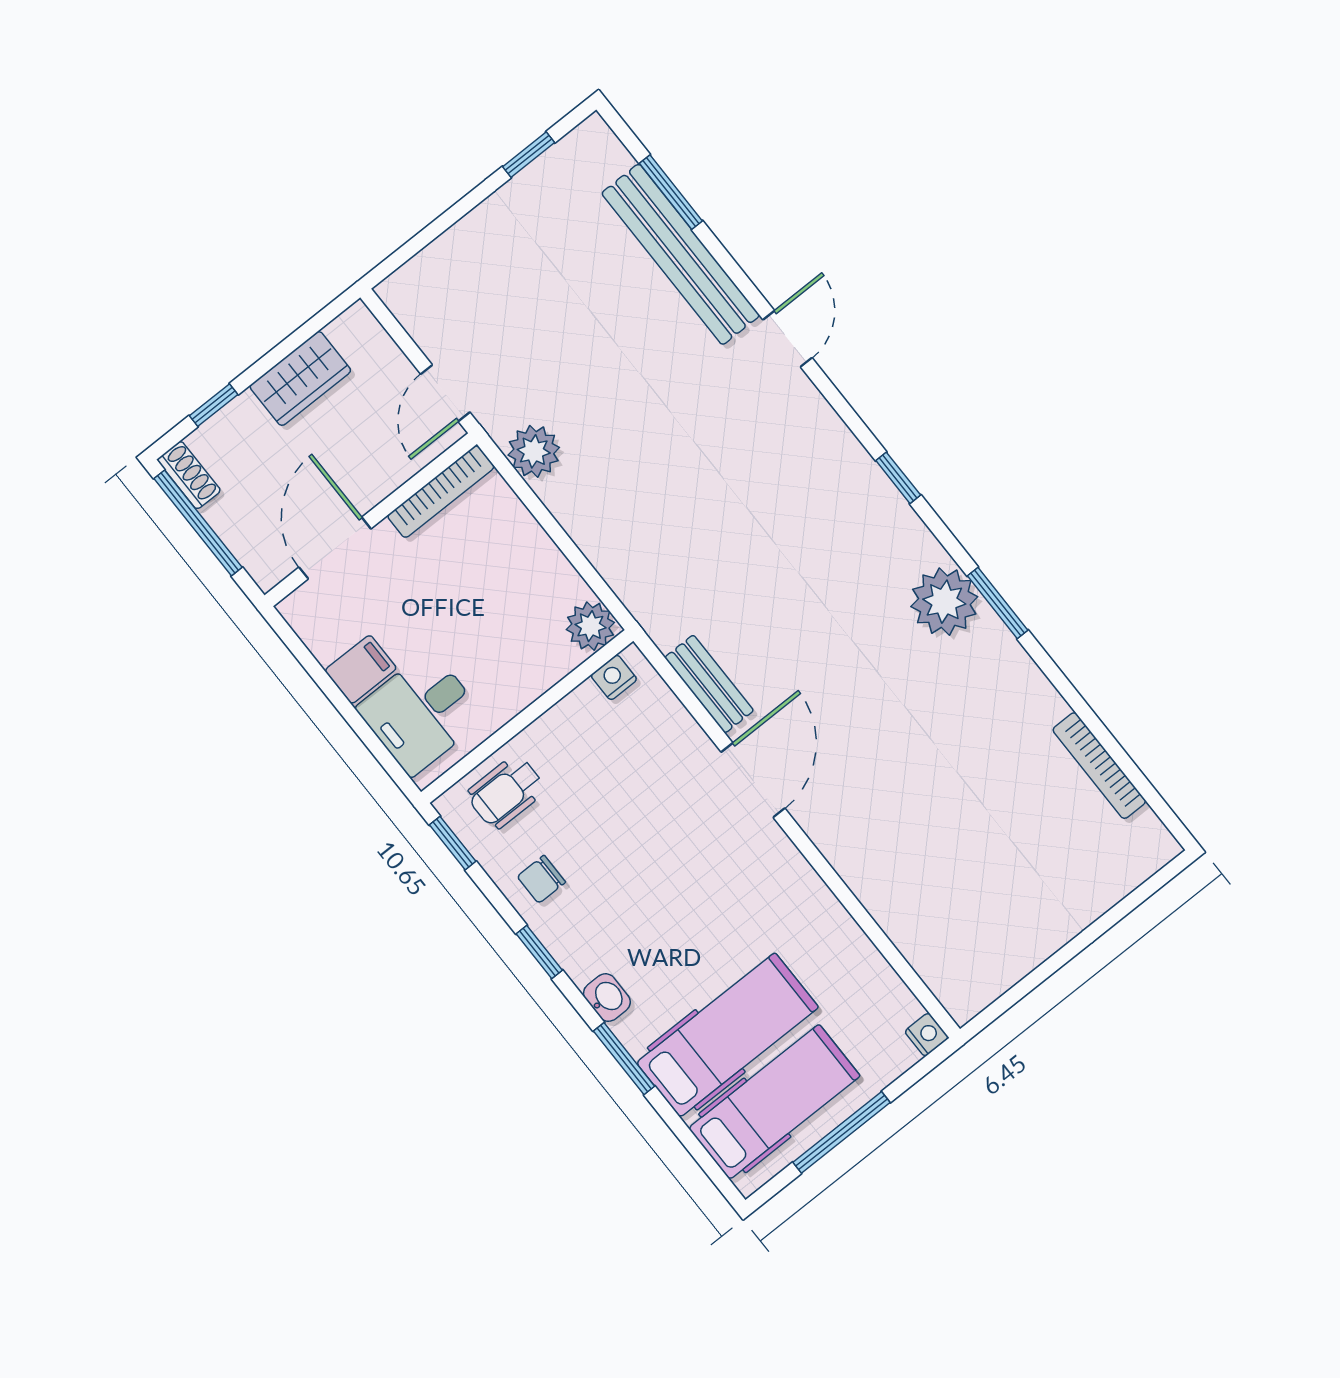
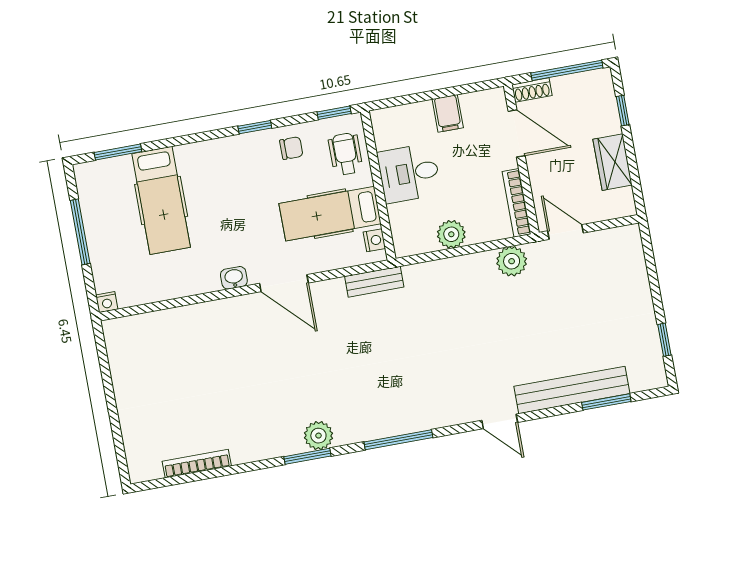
shoe rack: (189, 475) -> (532, 90), moved
window: (898, 478) -> (398, 440), width x2.17
plant: (944, 602) -> (318, 436), width x0.73, depth x0.73
plant: (590, 626) -> (451, 234), moved
bench: (709, 684) -> (374, 282), moved
desk: (421, 713) -> (409, 173), moved, turned -90
chair: (541, 879) -> (291, 148), turned 90
washbasin: (607, 998) -> (234, 278), moved, turned 180
window: (624, 1059) -> (118, 152), moved
hospital bed: (774, 1102) -> (330, 214), moved, turned 90

